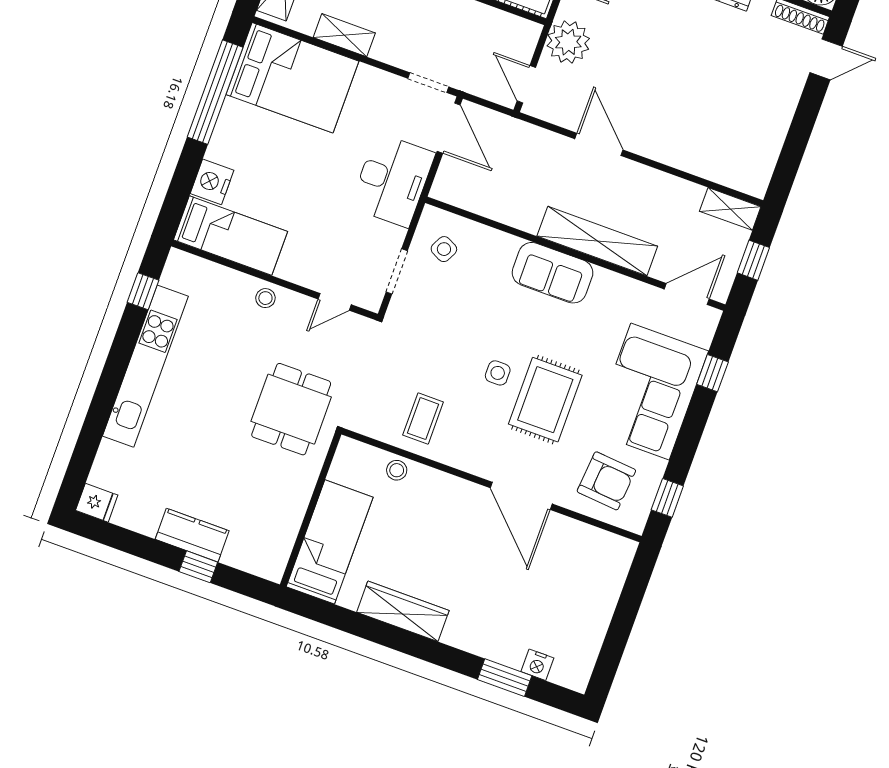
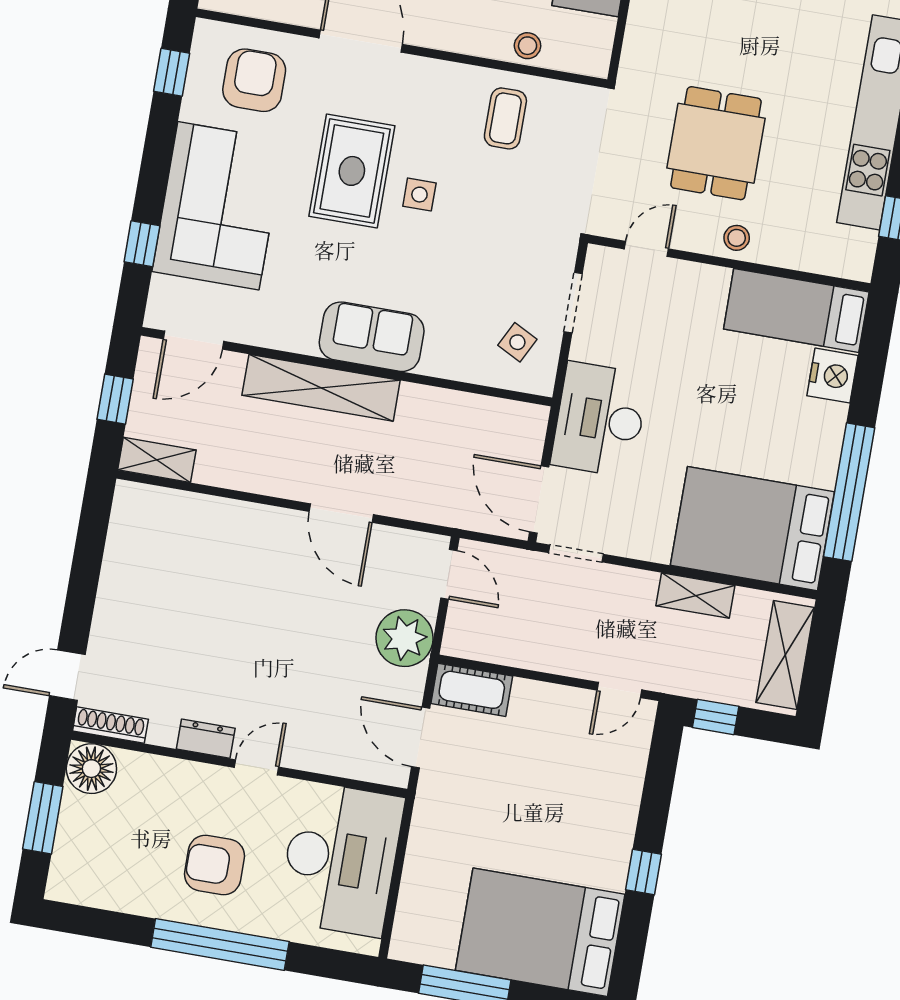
dining table: (291, 409) -> (716, 143), moved
armchair: (606, 481) -> (254, 80), turned 85

